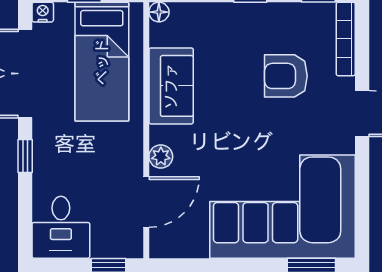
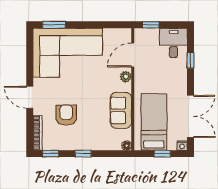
armchair: (286, 76) -> (66, 115), turned -90
window: (25, 156) -> (190, 60), moved

